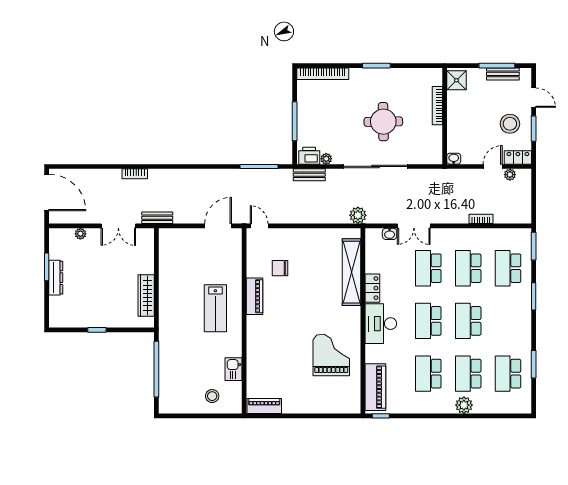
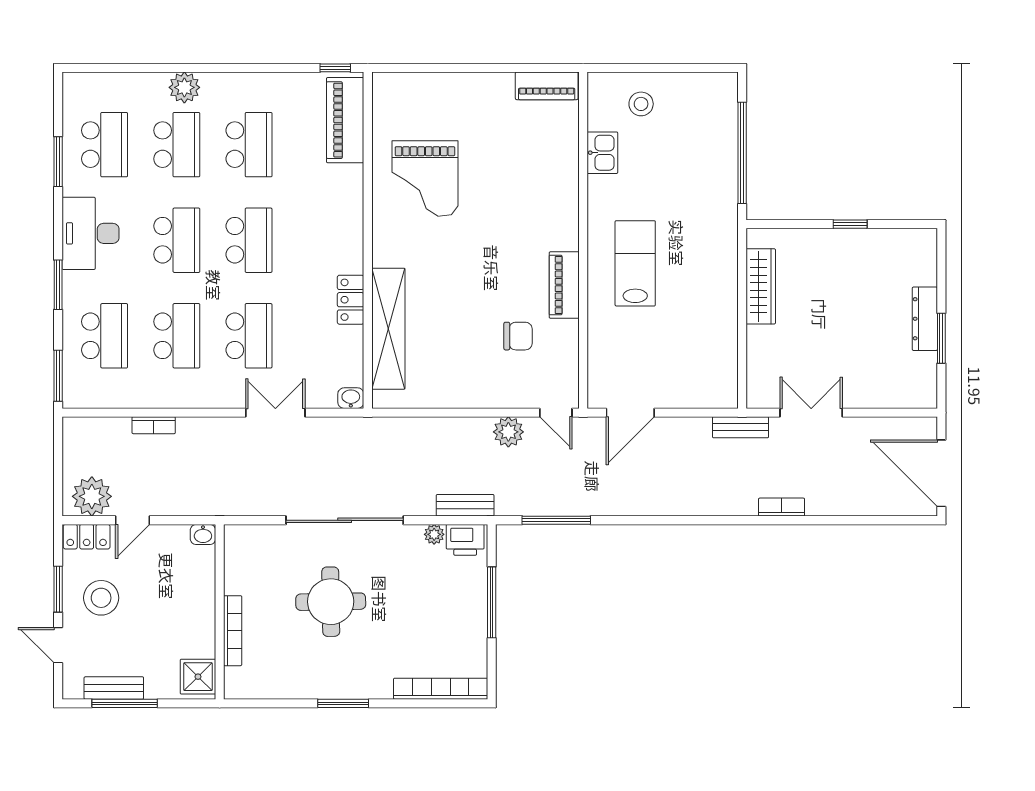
plant: (510, 175) -> (92, 496), width x1.88, depth x1.88
plant: (358, 215) -> (508, 432), moved
plant: (80, 234) -> (880, 398), removed
washbasin: (390, 234) -> (351, 398), moved
desk: (381, 324) -> (91, 233), moved, turned 180

